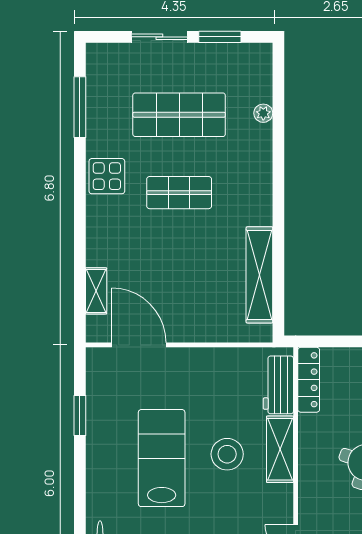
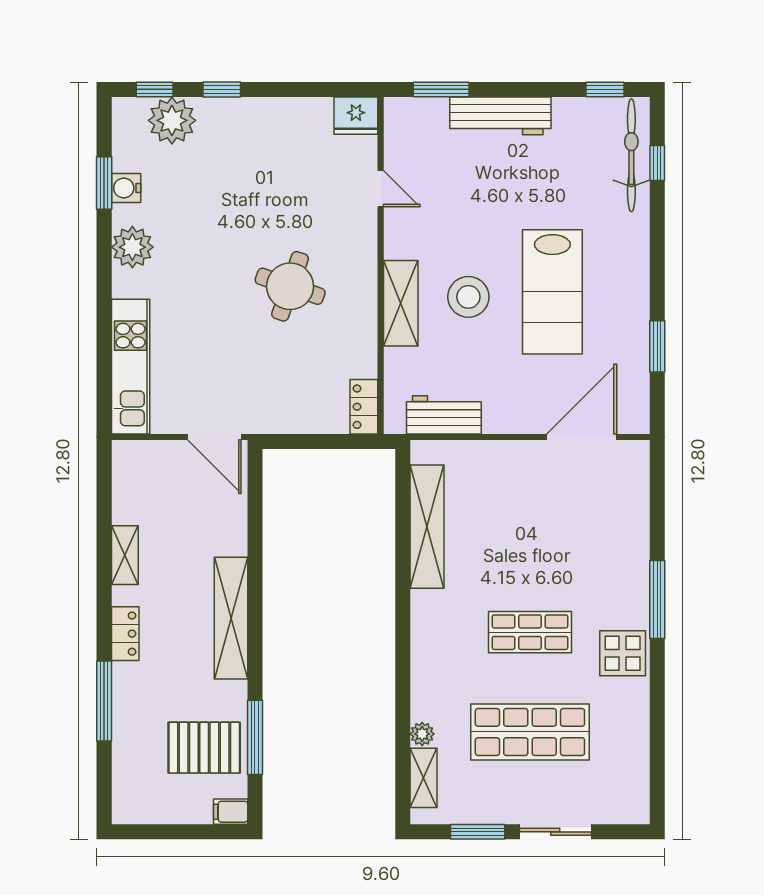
window: (80, 107) -> (657, 599), moved
shelving: (96, 291) -> (424, 778), moved
door: (139, 345) -> (582, 437), swing flipped
locker: (309, 380) -> (364, 407), width x0.66
workbench: (278, 385) -> (444, 415), moved, turned -90

